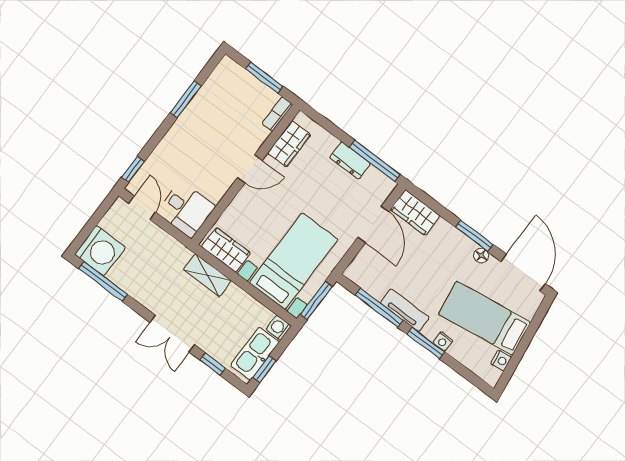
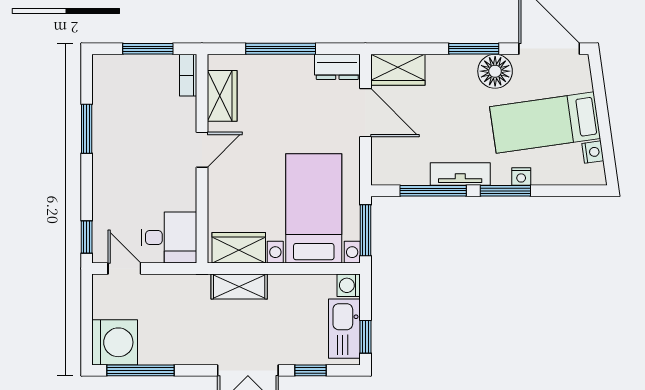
dresser: (350, 160) -> (337, 67), moved
window: (375, 161) -> (281, 49), moved
floor lamp: (481, 256) -> (495, 71), width x1.89, depth x1.89

